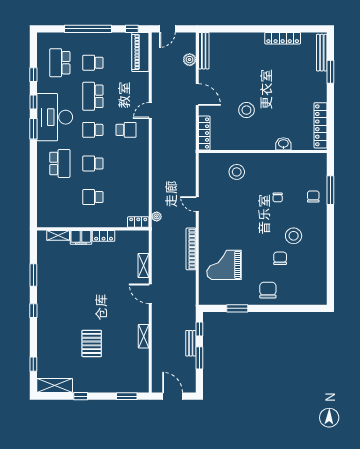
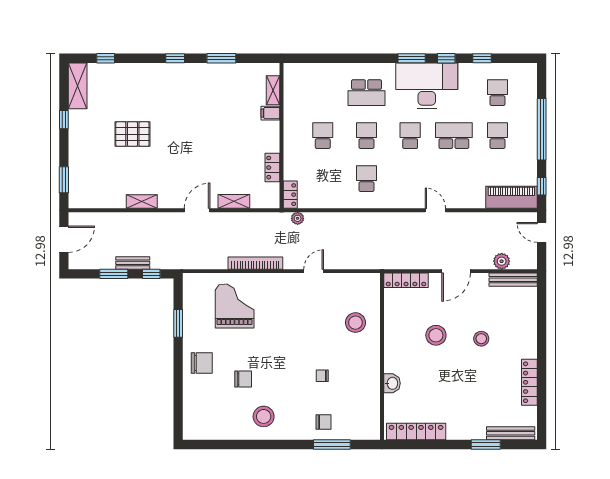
school desk: (60, 63) -> (497, 93), width x0.54
stool: (249, 75) -> (481, 339), added
school desk: (126, 130) -> (366, 179), moved, turned 180
locker: (104, 236) -> (272, 168), moved
stool: (294, 236) -> (264, 416), moved
filing cabinet: (81, 237) -> (270, 113), width x0.50

